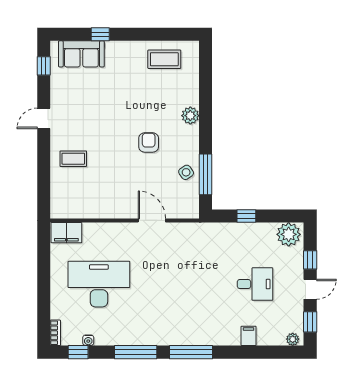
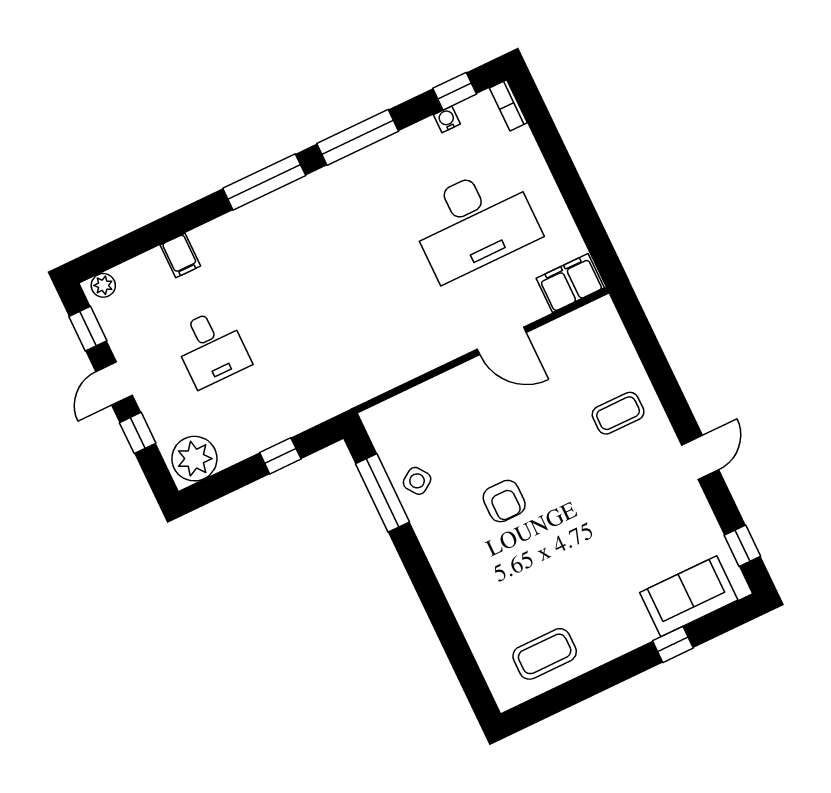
plant: (190, 116) -> (456, 580), removed
door: (152, 220) -> (502, 341), moved
desk: (255, 284) -> (211, 348), turned -90

